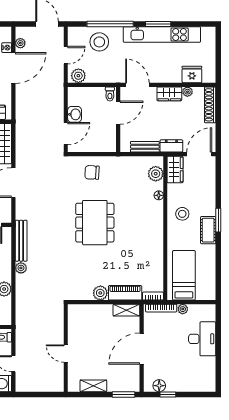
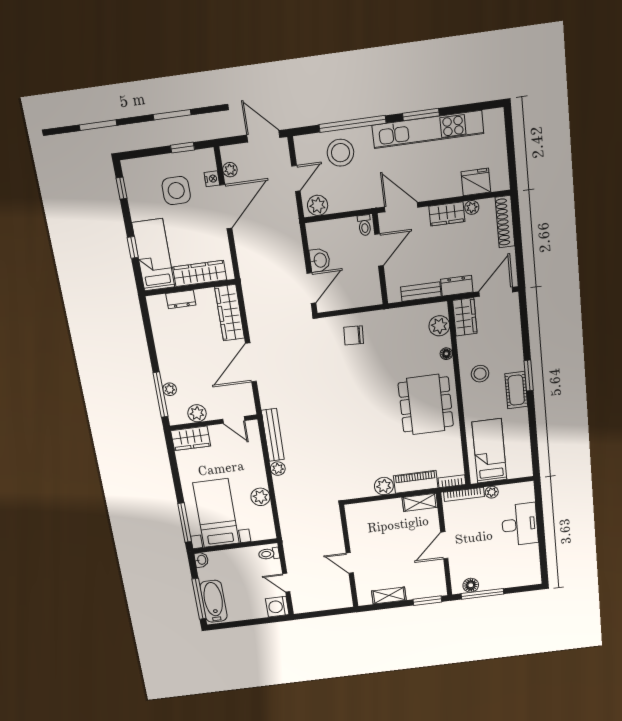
dining table: (95, 223) -> (426, 404), moved
door: (142, 349) -> (444, 545), width x0.73
window: (168, 394) -> (482, 594), width x2.17

